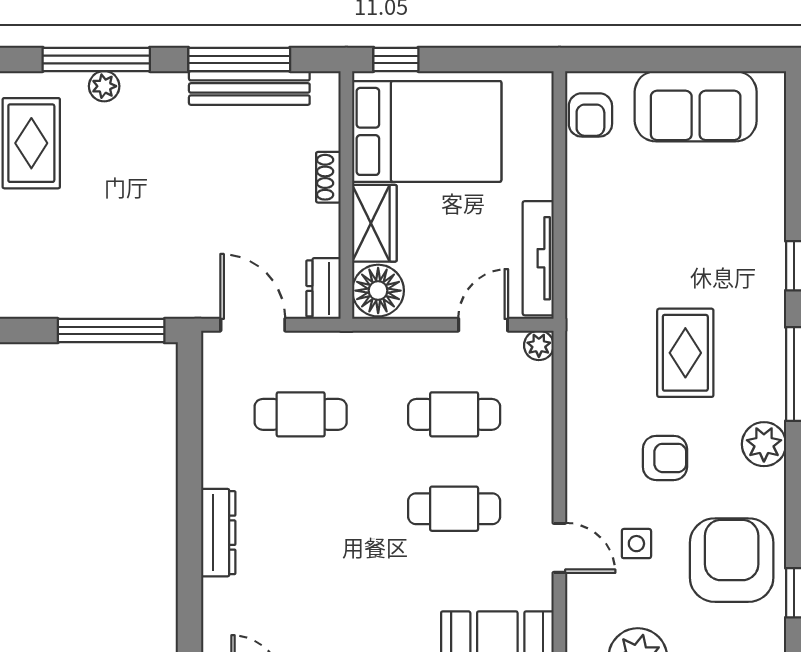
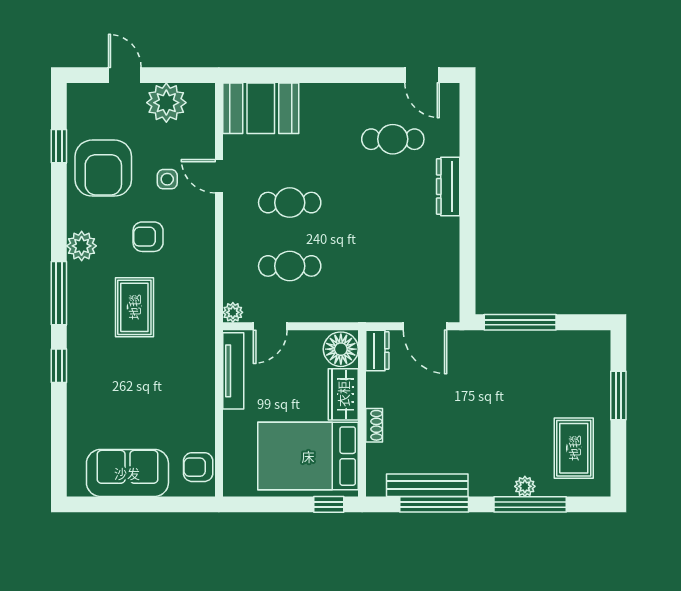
armchair: (590, 115) -> (198, 467), turned -90
cafe table: (301, 414) -> (393, 139), moved

